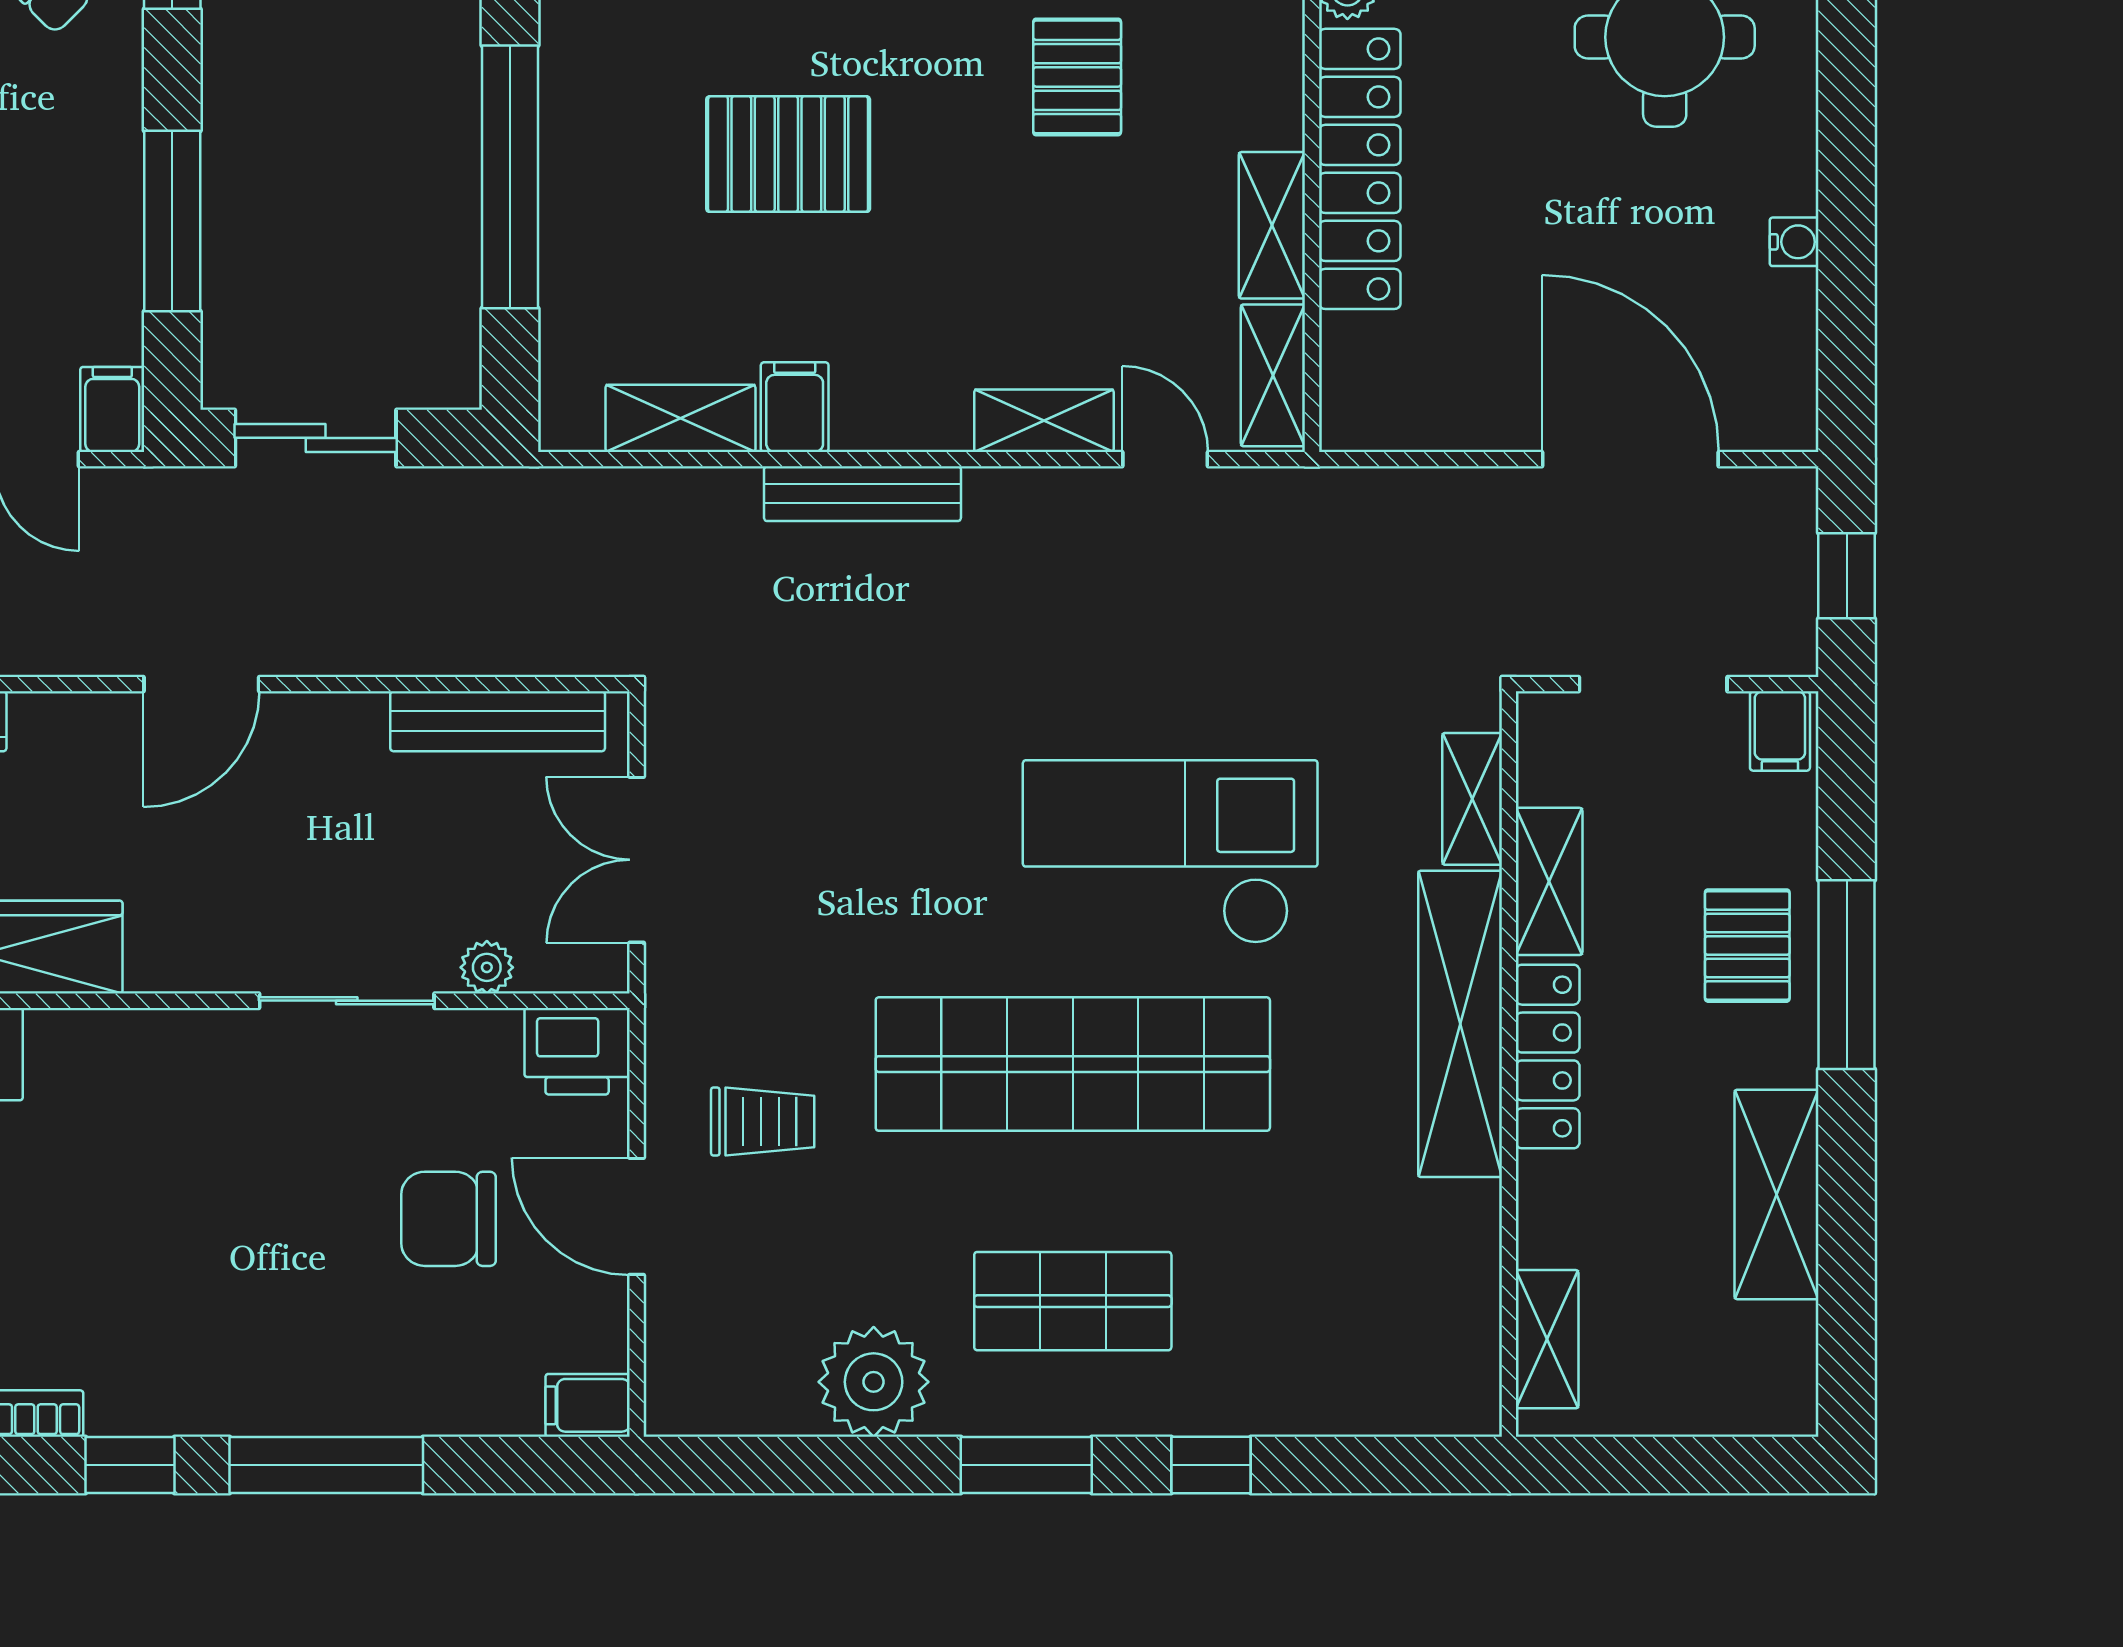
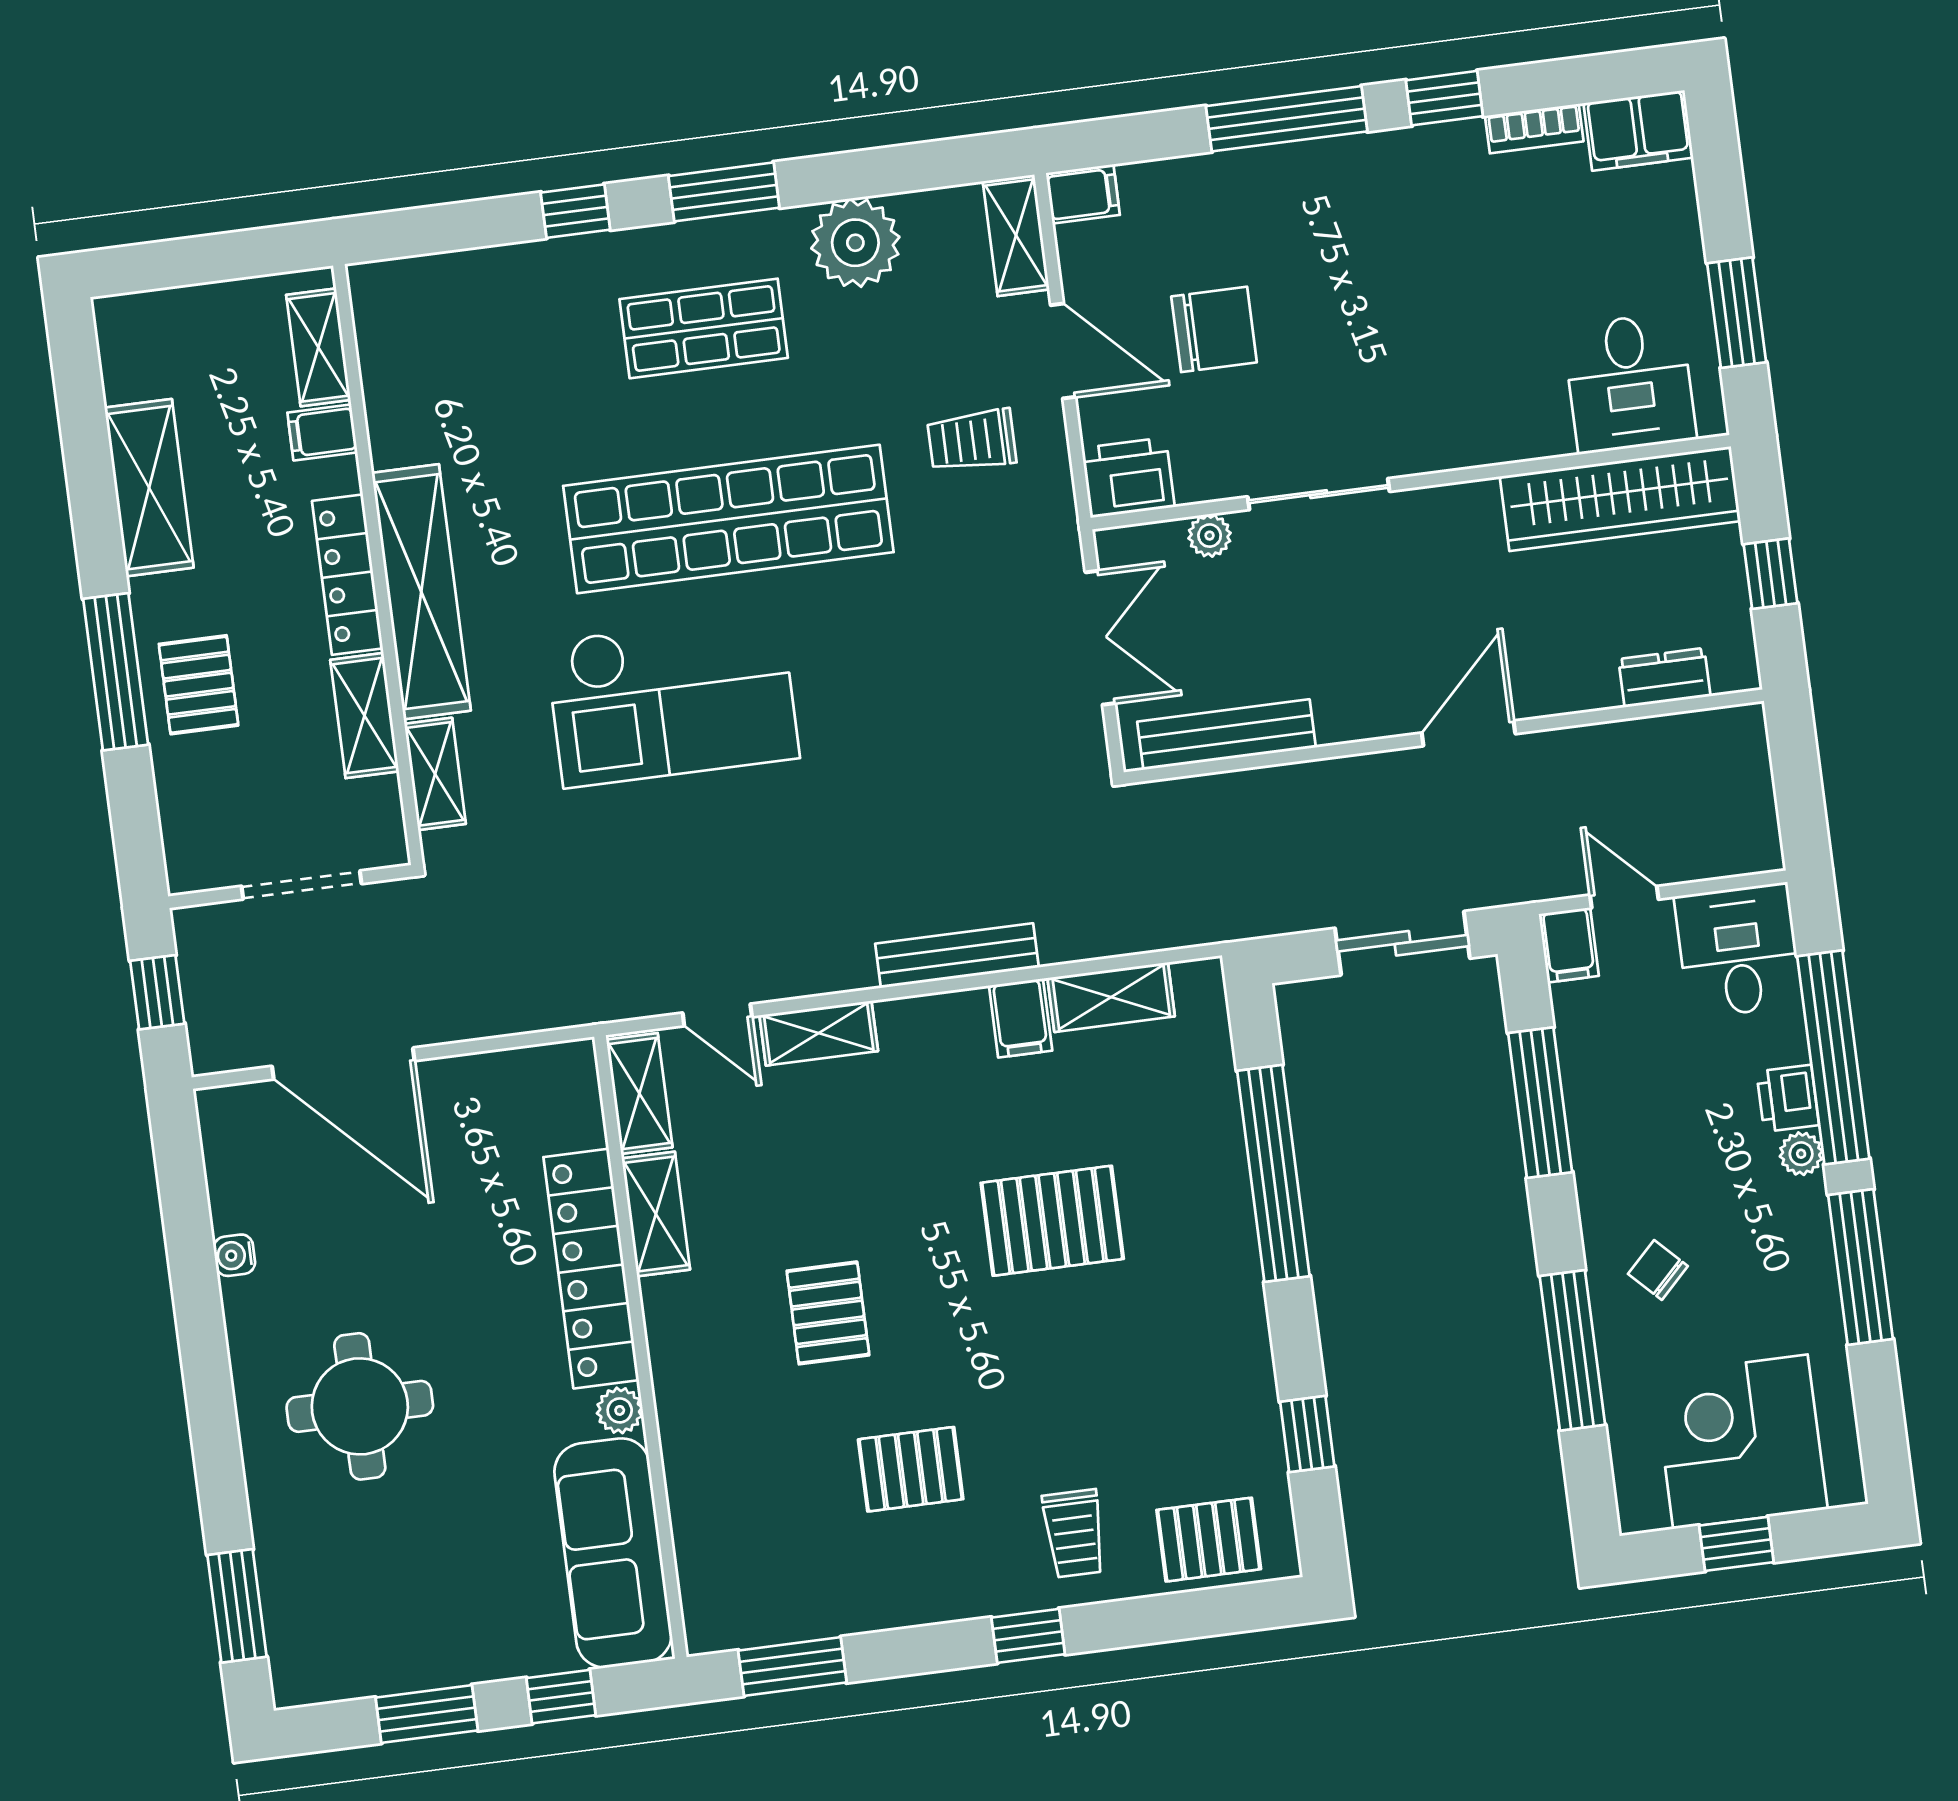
filing cabinet: (1780, 731) -> (322, 432), moved, turned -90
shelving: (676, 1365) -> (1016, 235), added

